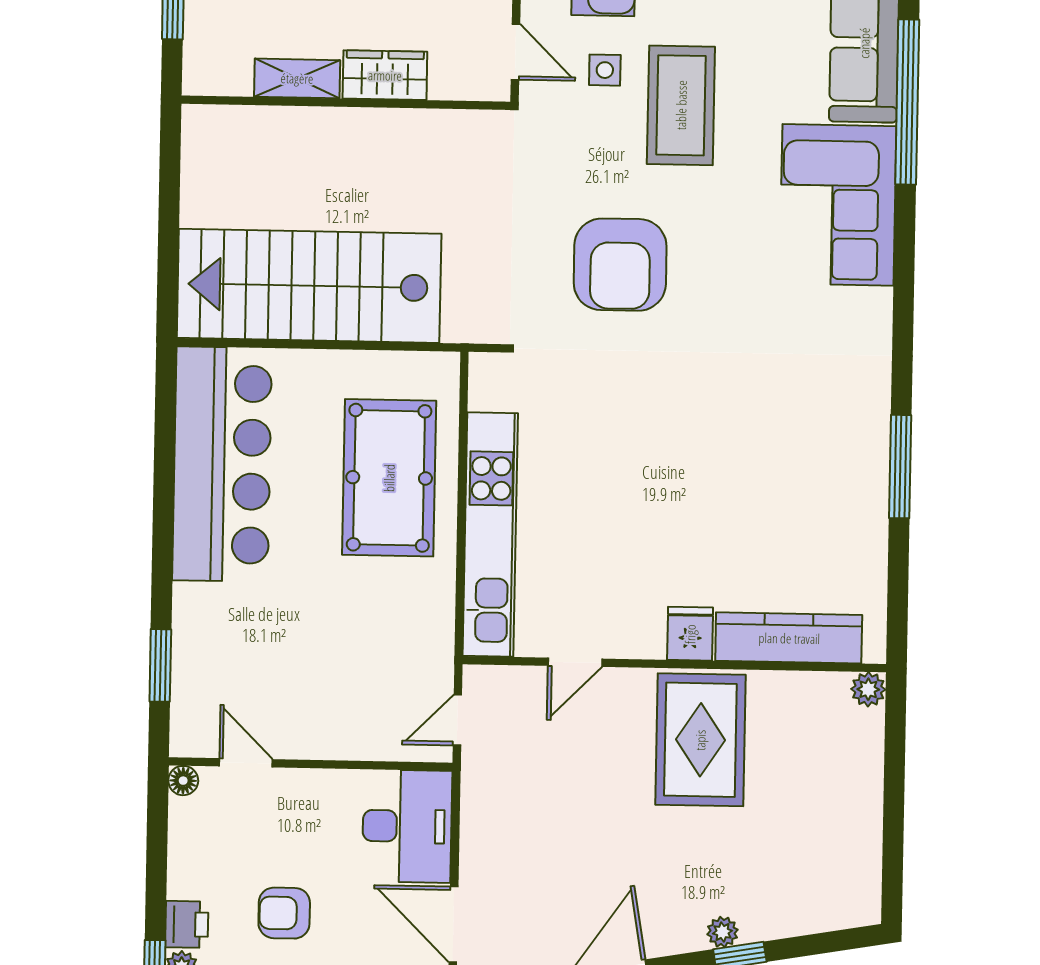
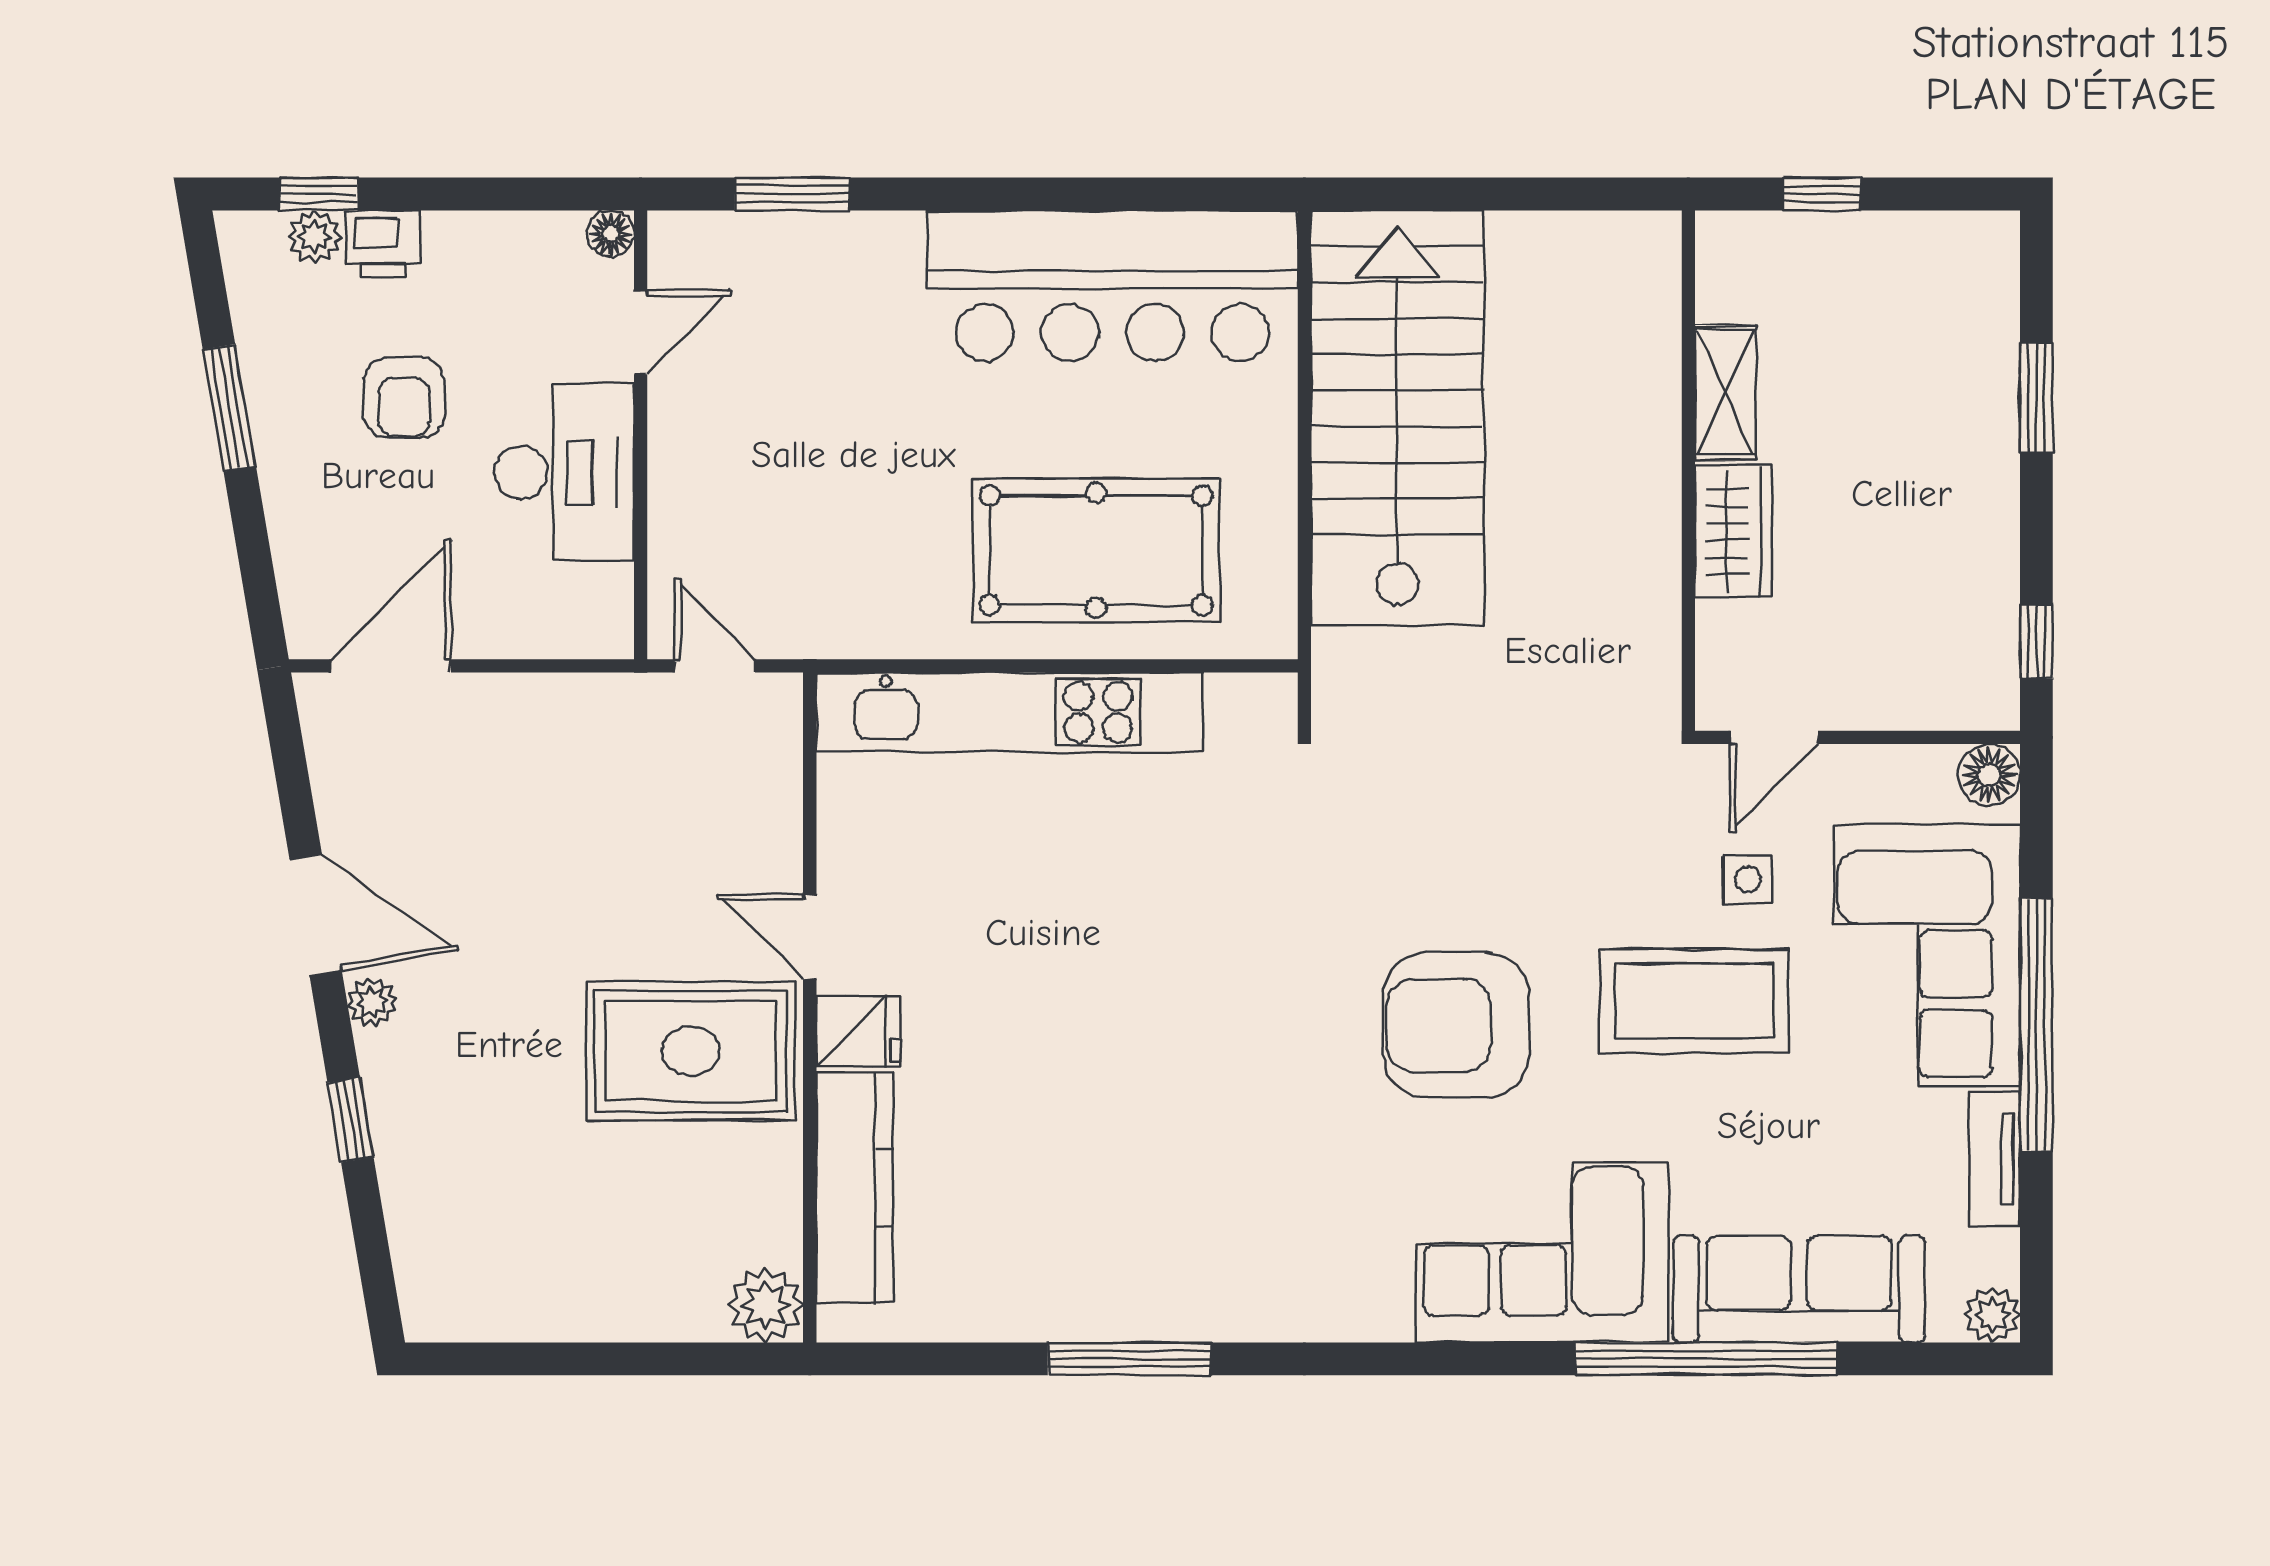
armchair: (620, 265) -> (1456, 1025), moved
door: (575, 662) -> (810, 937), moved
plant: (868, 689) -> (766, 1305), width x1.38, depth x1.38
desk: (407, 826) -> (564, 472), moved, turned -90
armchair: (284, 913) -> (404, 398), turned 180
plant: (722, 932) -> (372, 1002), moved

